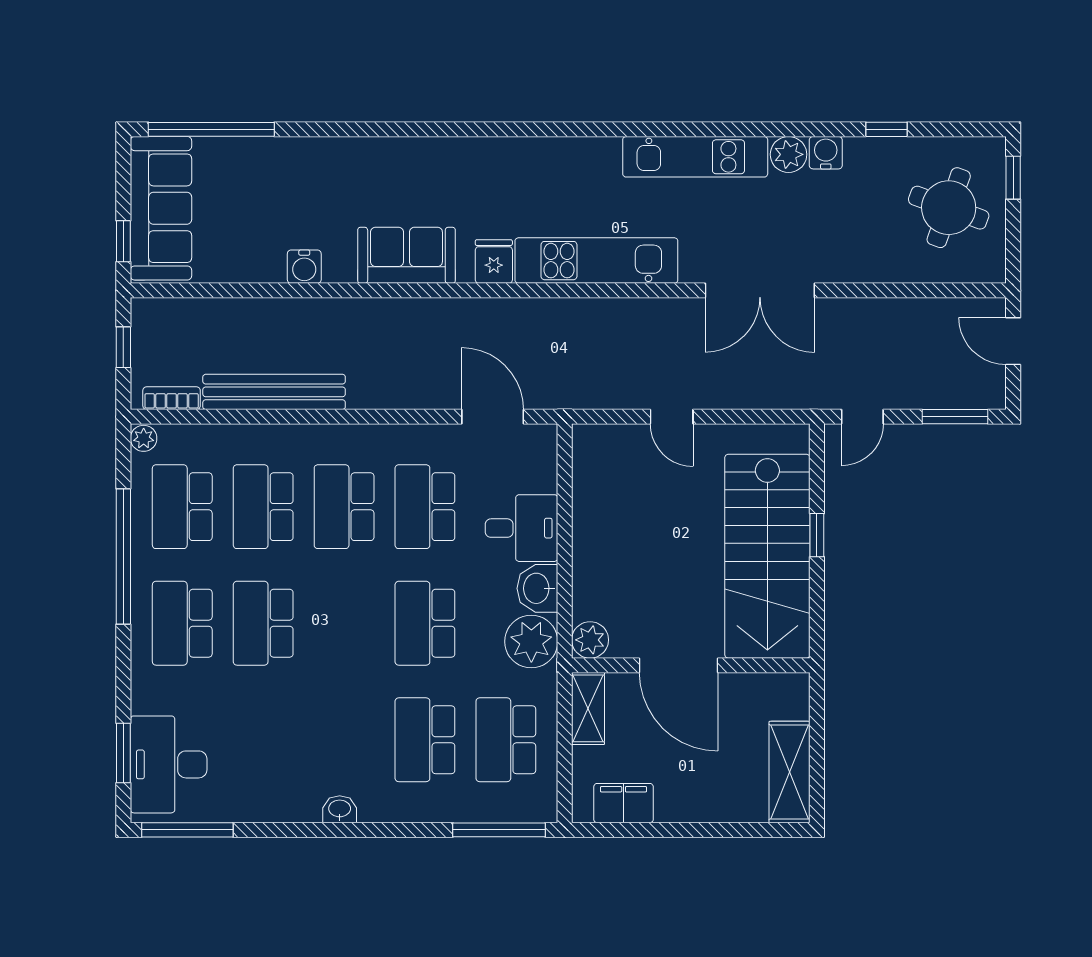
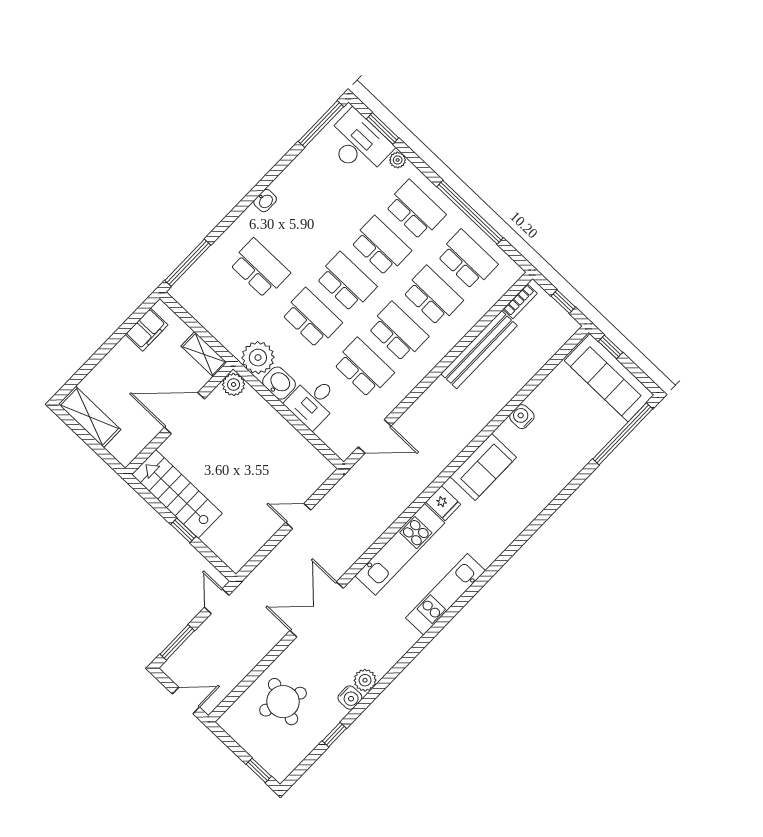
kitchen unit: (695, 157) -> (446, 594), moved
round table: (949, 208) -> (283, 702), moved
plant: (144, 438) -> (398, 160), moved
stairs: (767, 556) -> (177, 494), width x0.73, depth x0.66
school desk: (506, 740) -> (346, 282), moved

